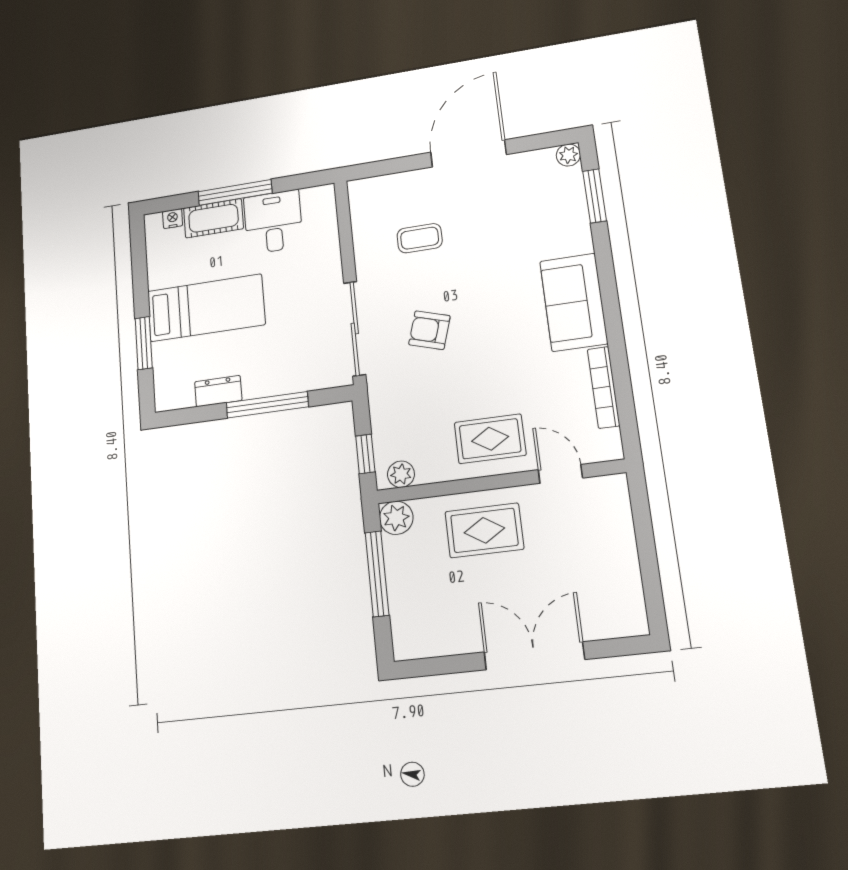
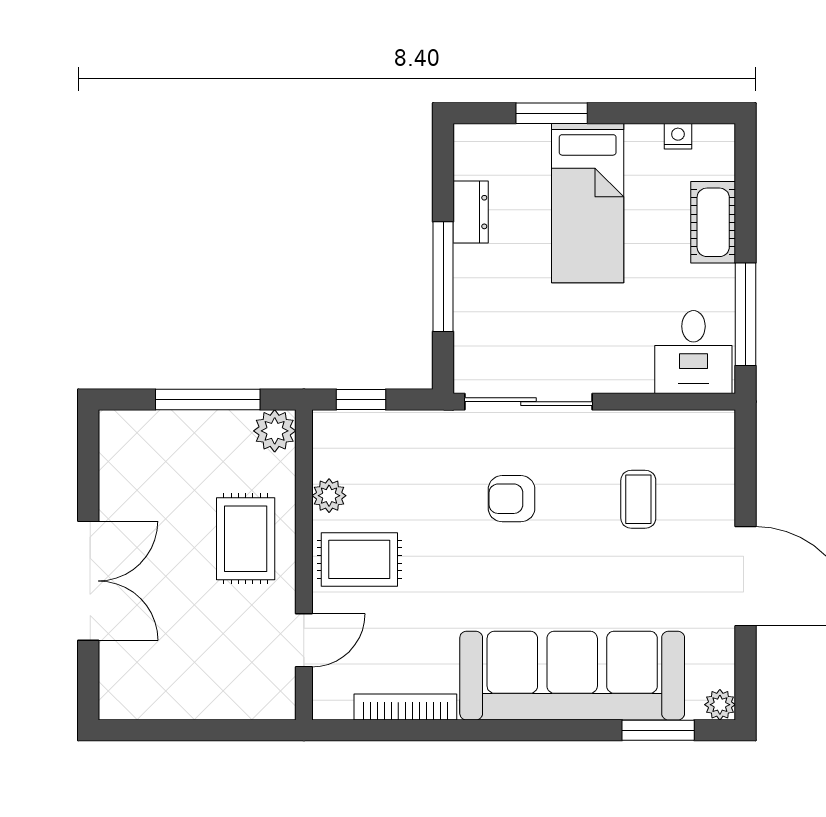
window: (235, 192) -> (745, 314), moved
nightstand: (173, 219) -> (678, 136), moved, turned -90
desk: (273, 222) -> (693, 352), moved, turned 90
sofa: (574, 302) -> (572, 676), width x1.85, depth x1.27
armchair: (429, 330) -> (512, 499), turned -107
rug: (490, 439) -> (359, 559), turned 90
plant: (401, 474) -> (329, 496), moved

